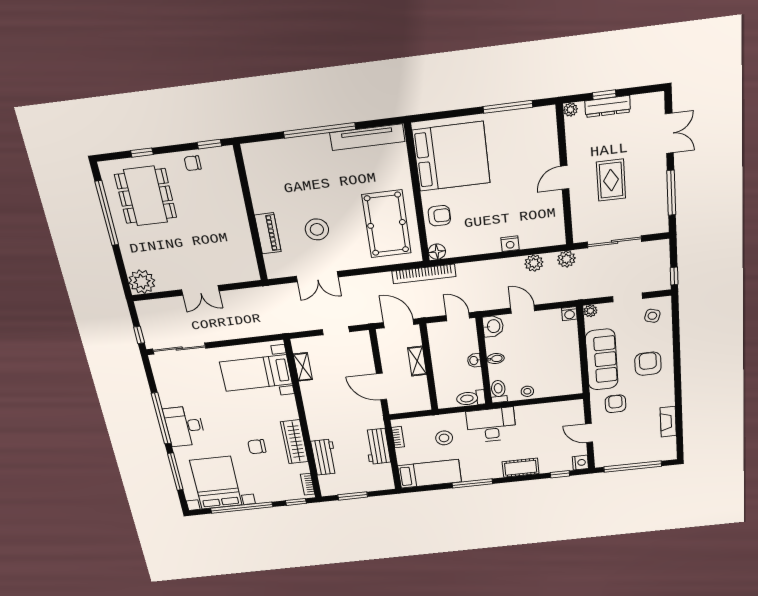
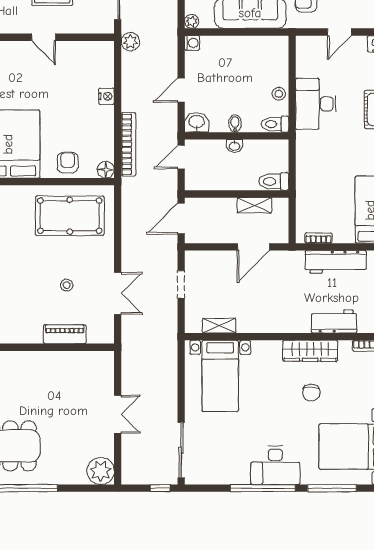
stool: (317, 229) -> (67, 285), width x0.53, depth x0.53
plant: (534, 263) -> (131, 74), removed
bookcase: (424, 274) -> (128, 144), moved
shelving: (417, 361) -> (254, 205), moved
toilet: (471, 398) -> (274, 181), moved, turned 90
desk: (491, 425) -> (316, 104), moved
stool: (444, 438) -> (326, 188), removed
workbench: (377, 446) -> (336, 262), width x1.38

